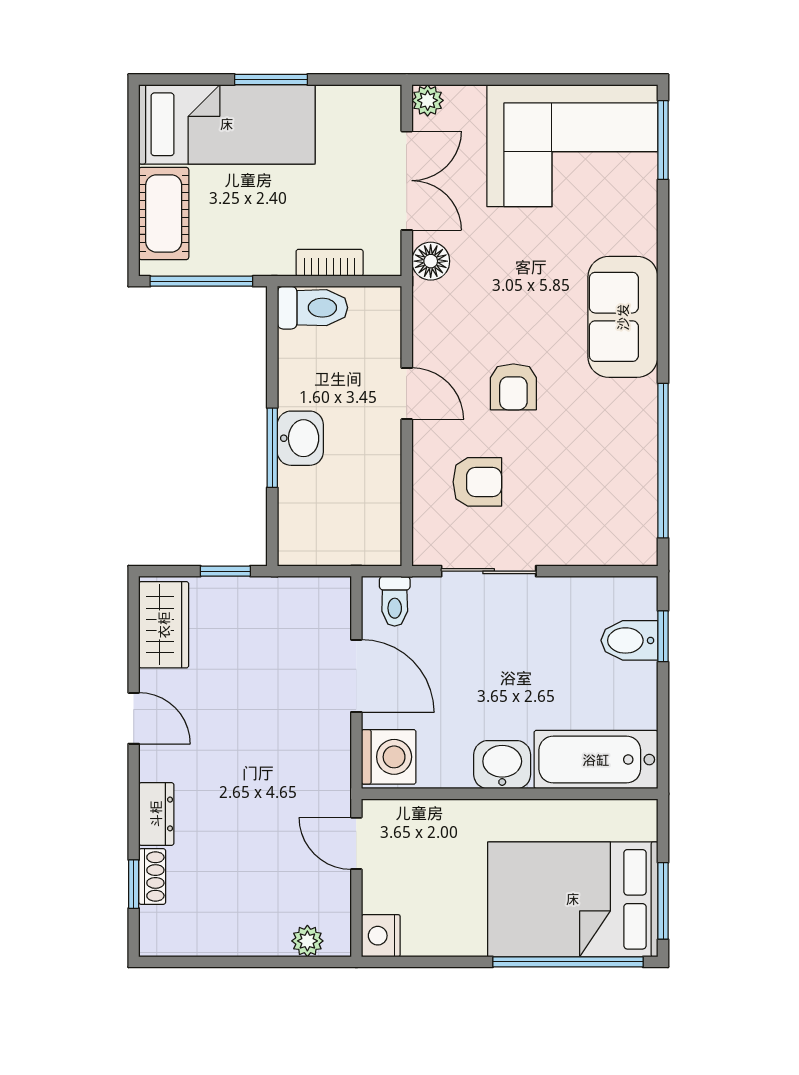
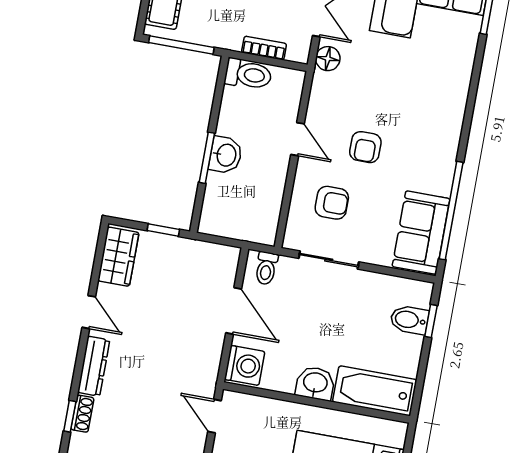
sofa: (623, 317) -> (421, 233), moved
dresser: (156, 814) -> (94, 366), width x1.44

